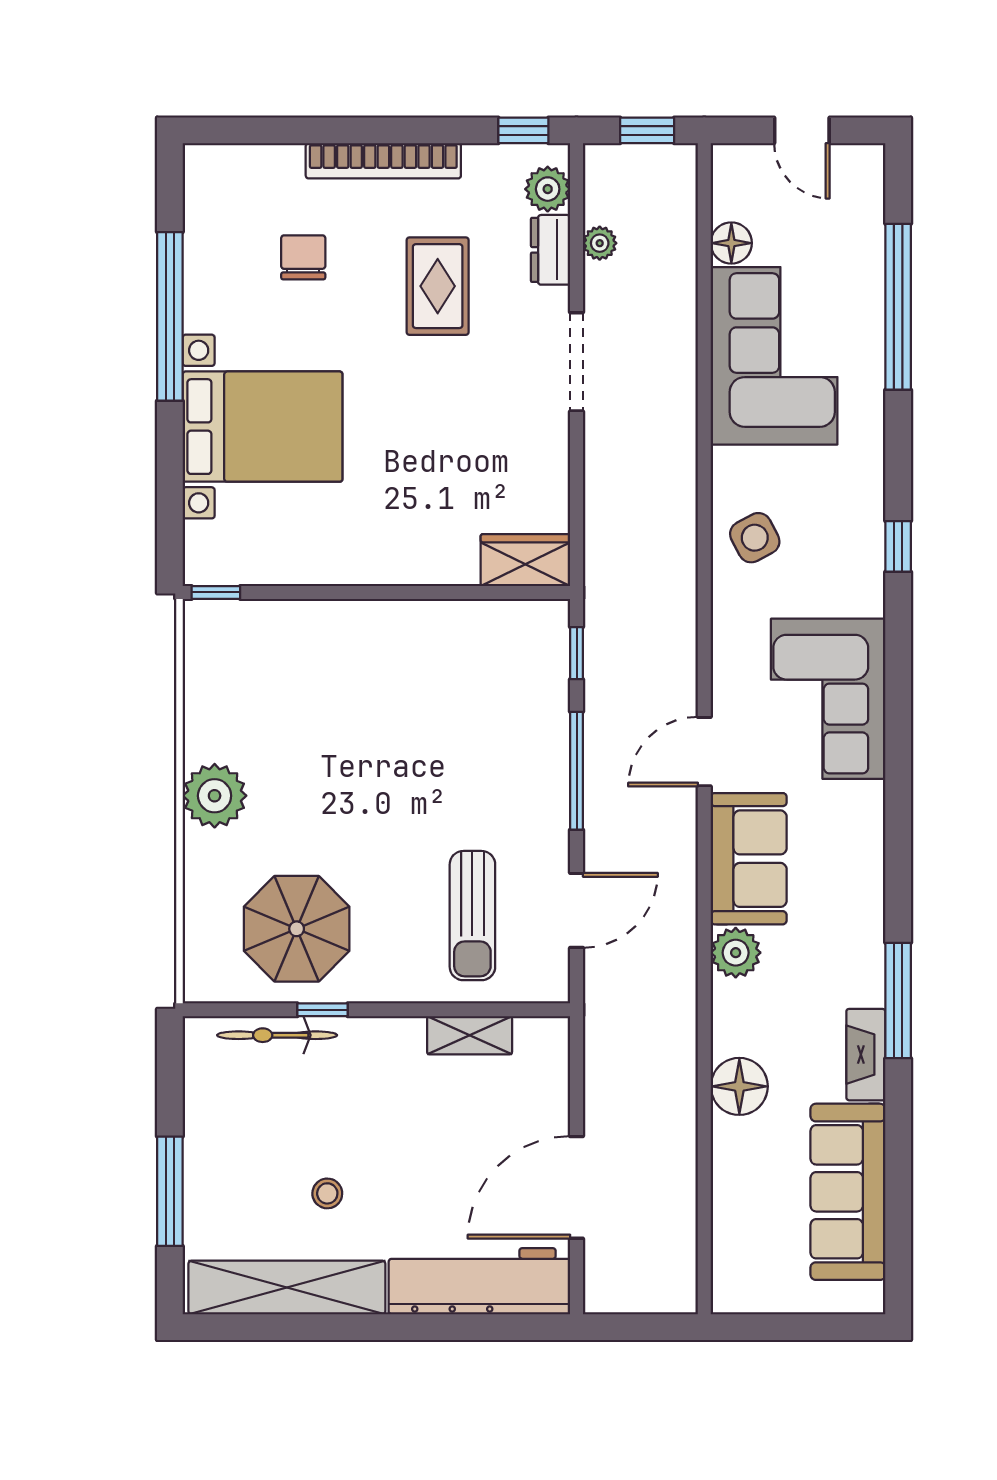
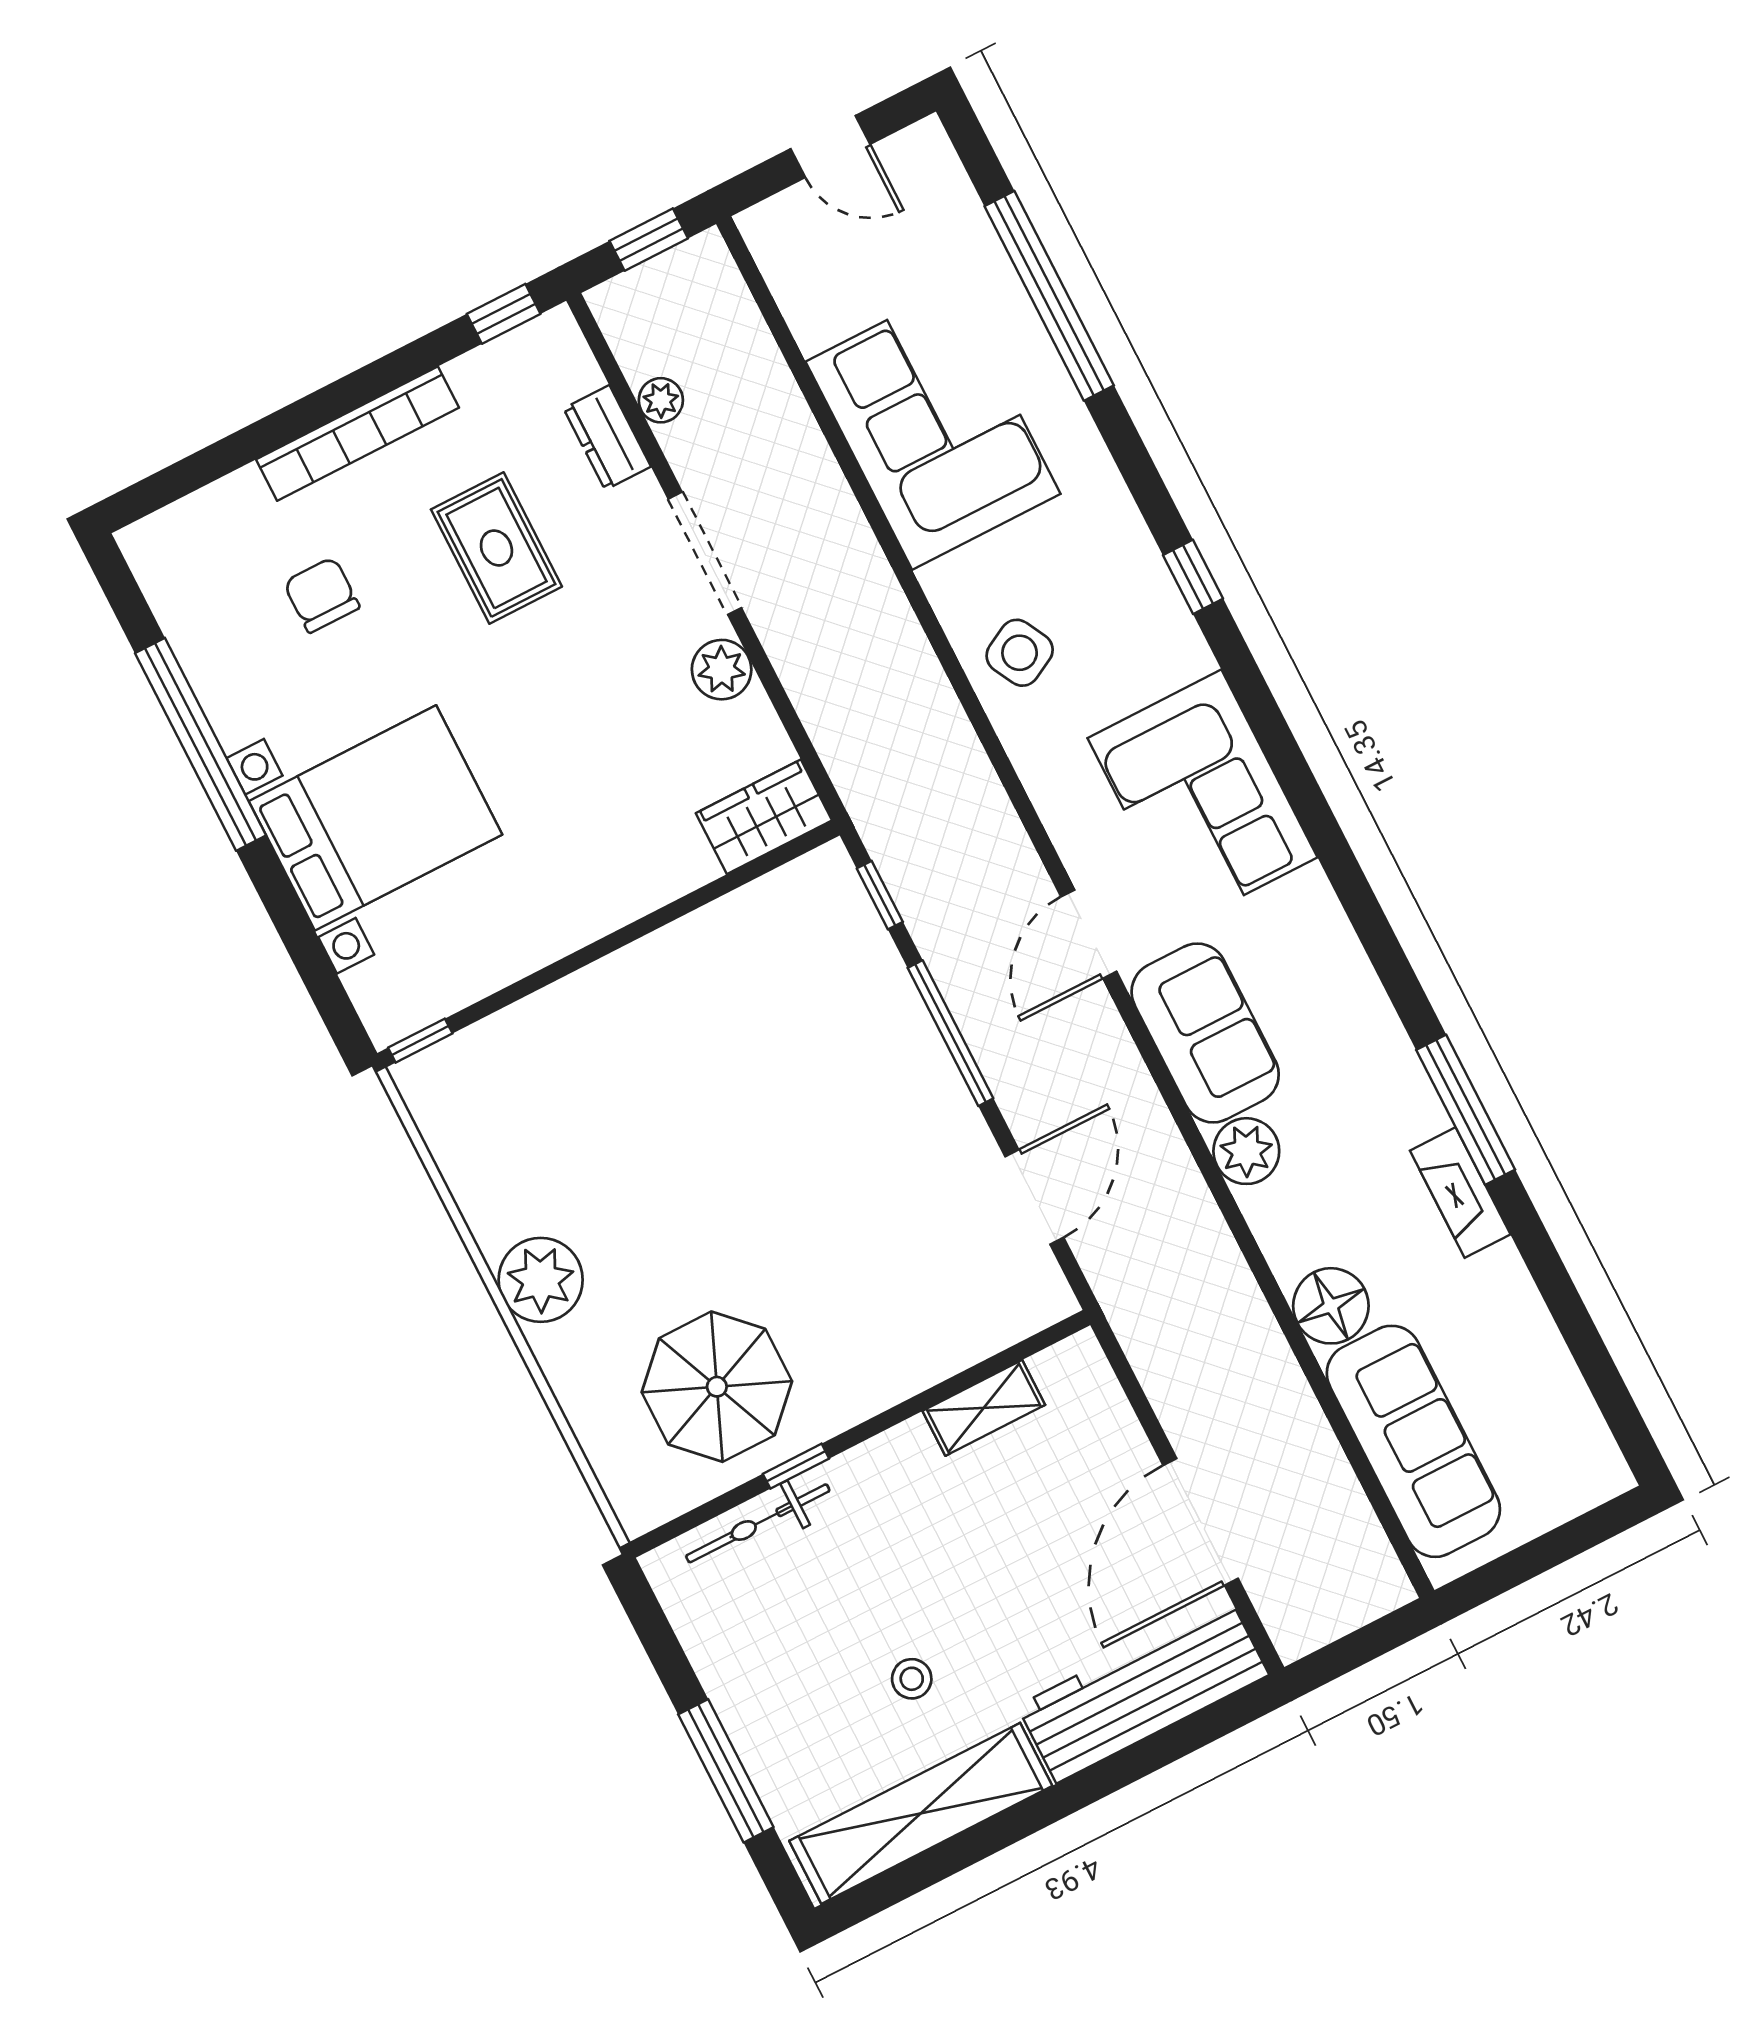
plant: (548, 189) -> (722, 670), moved
floor lamp: (731, 243) -> (815, 321), removed
sun lounger: (472, 916) -> (915, 1266), removed
sofa: (848, 1192) -> (1413, 1441), moved, turned 180

